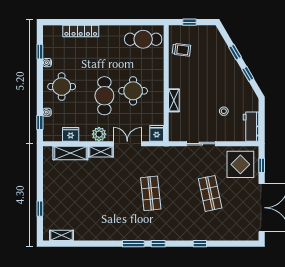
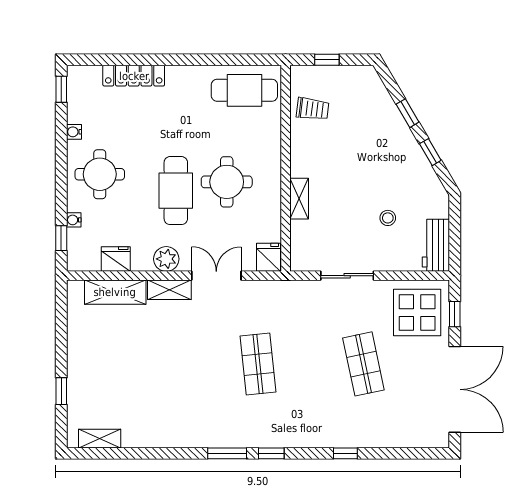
window: (40, 52) -> (61, 89), moved

